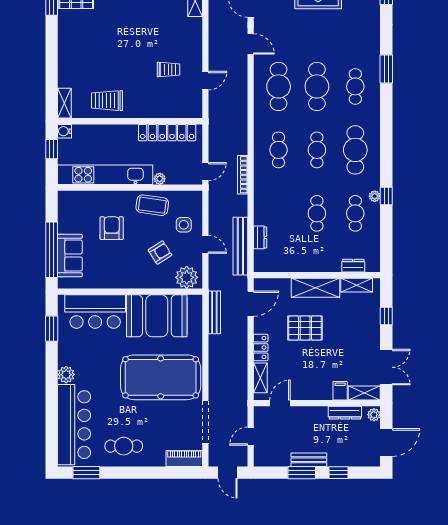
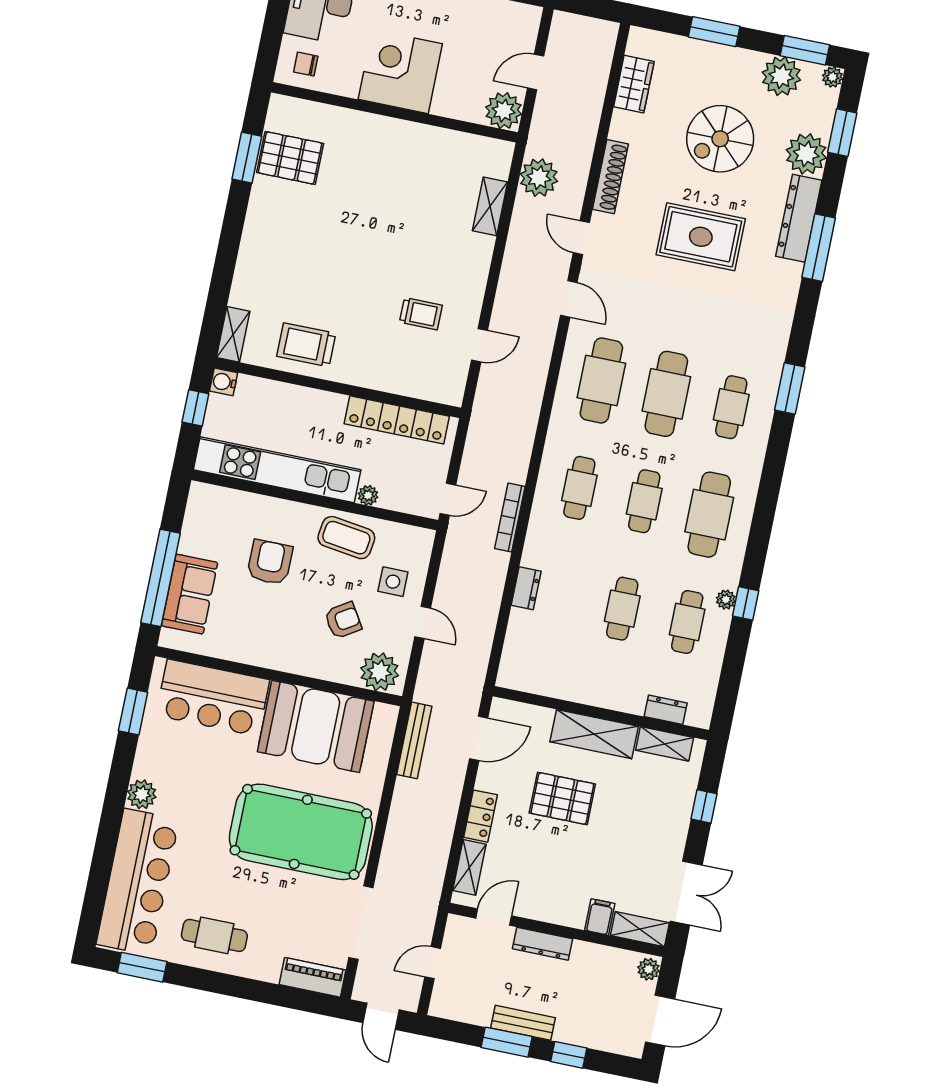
dresser: (260, 237) -> (526, 588), moved
bench: (240, 246) -> (481, 638), removed
dresser: (345, 413) -> (542, 944), moved

